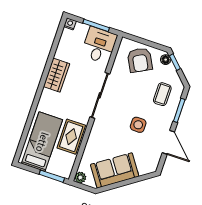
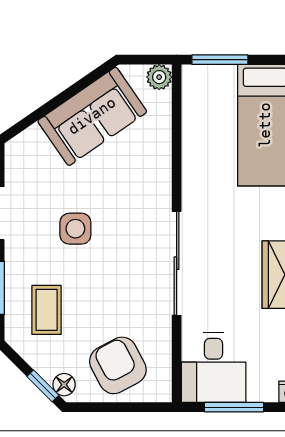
rug: (71, 137) -> (207, 156), removed

